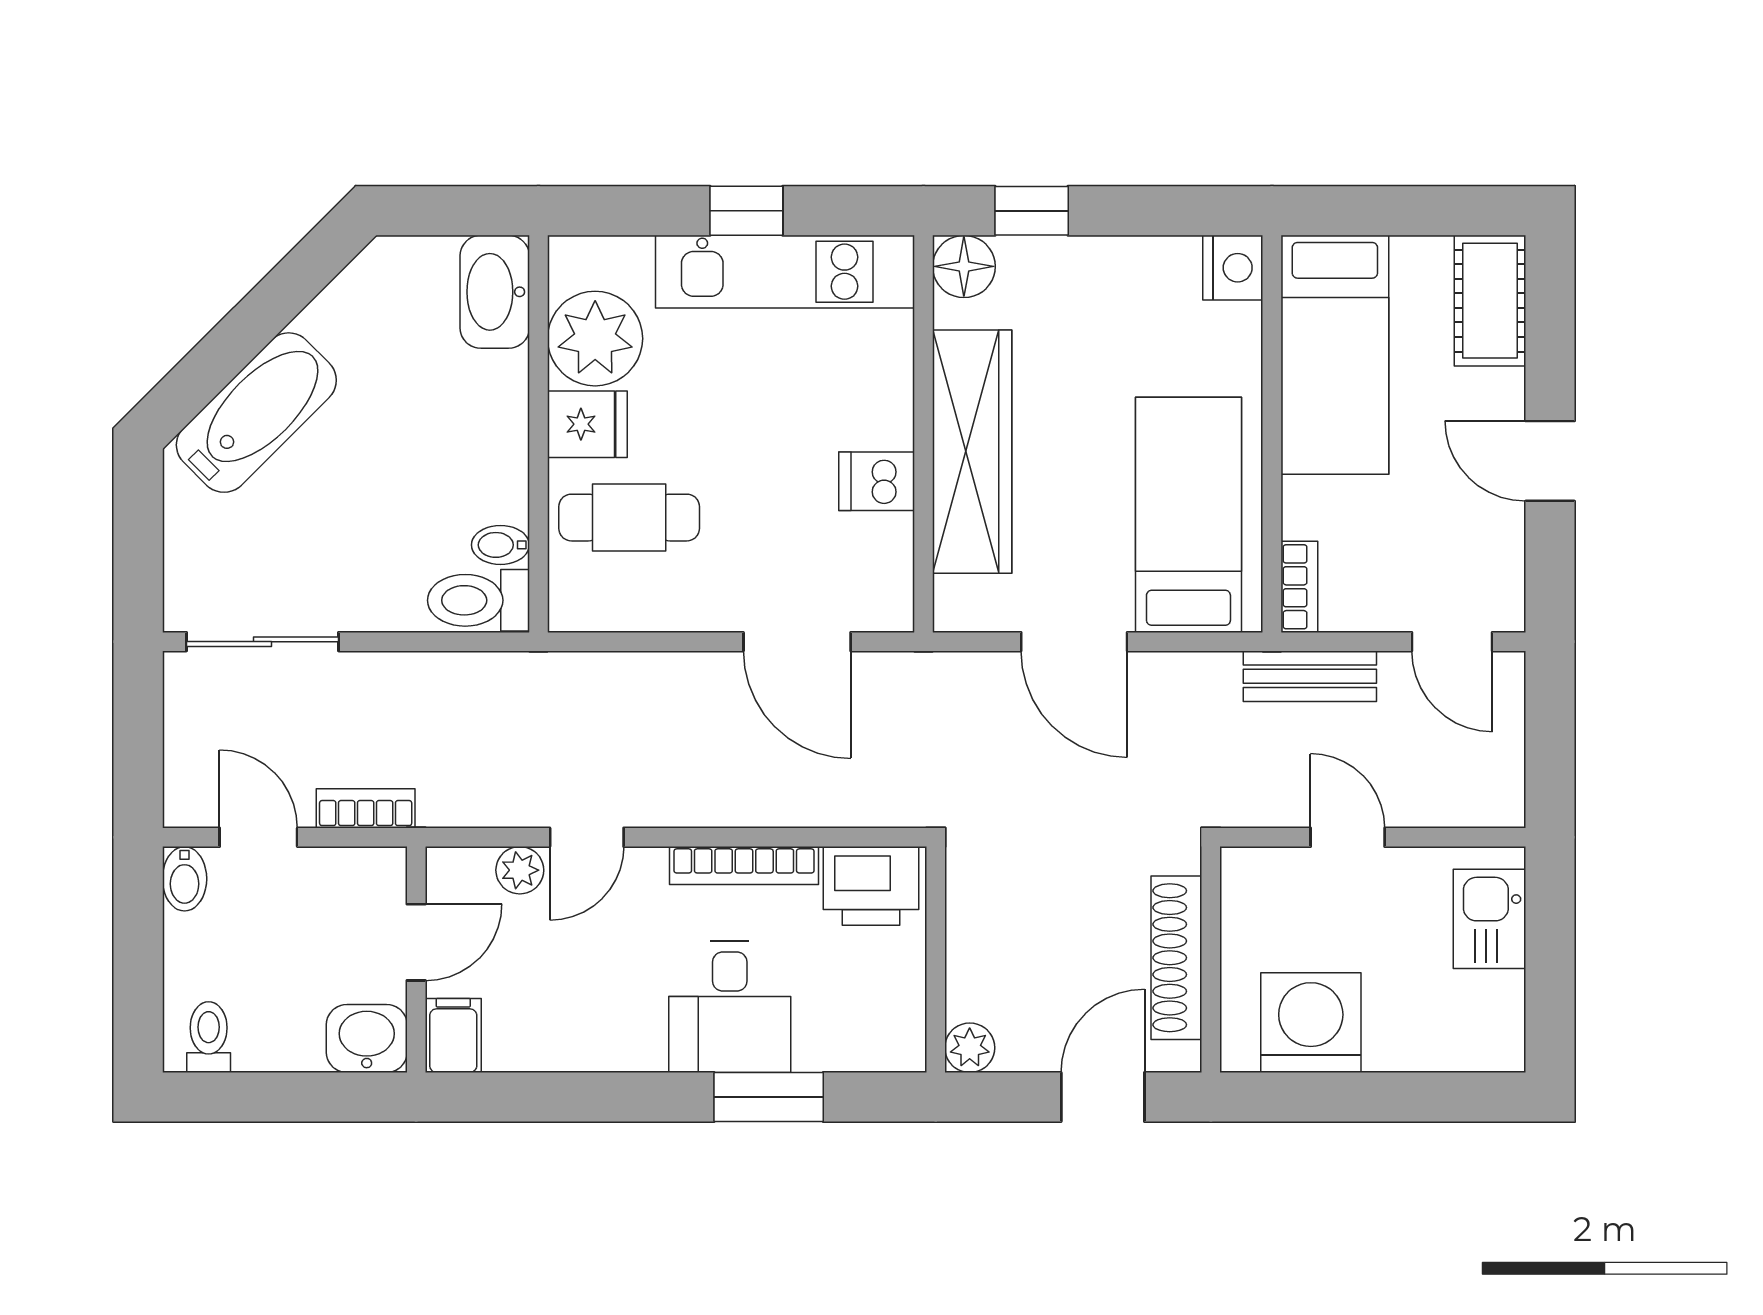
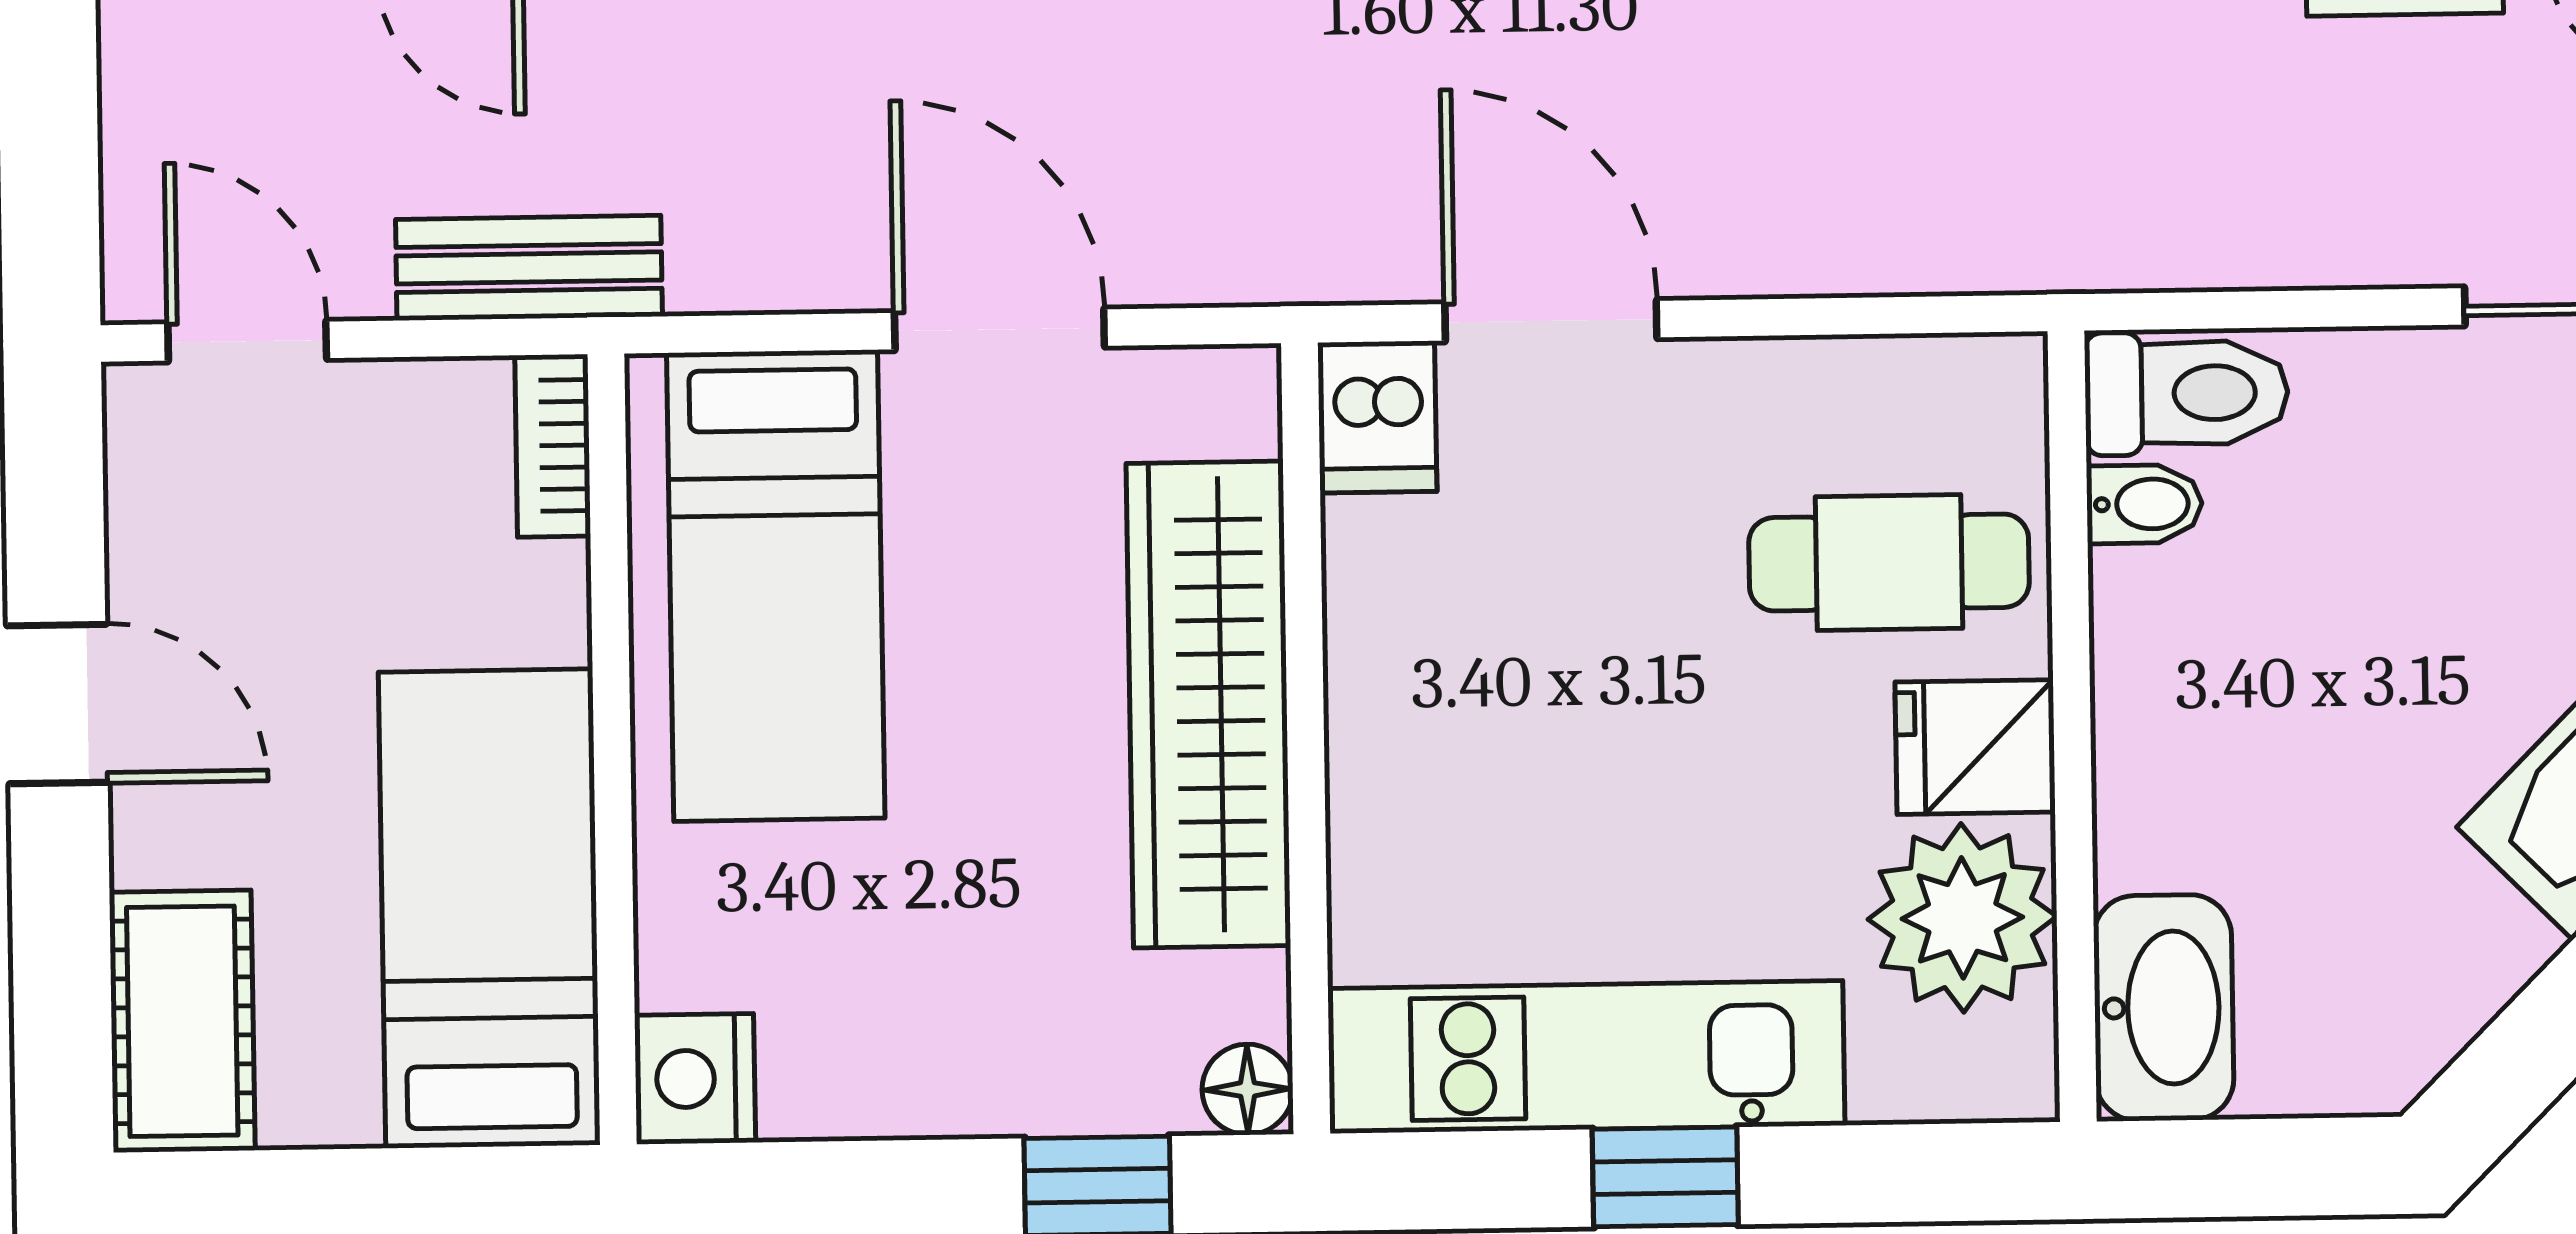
floor lamp: (964, 266) -> (1248, 1089), width x0.73, depth x0.73
dishwasher: (877, 481) -> (1377, 417), moved, turned 90

